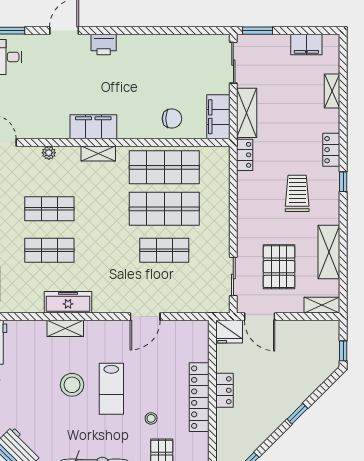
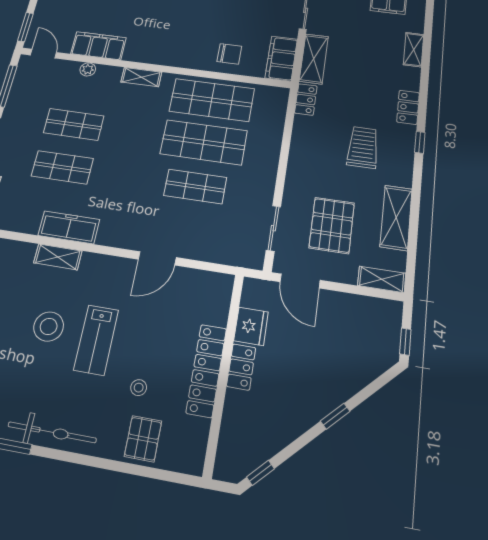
filing cabinet: (93, 127) -> (98, 46), moved
fridge: (229, 332) -> (251, 326), moved, turned -90

